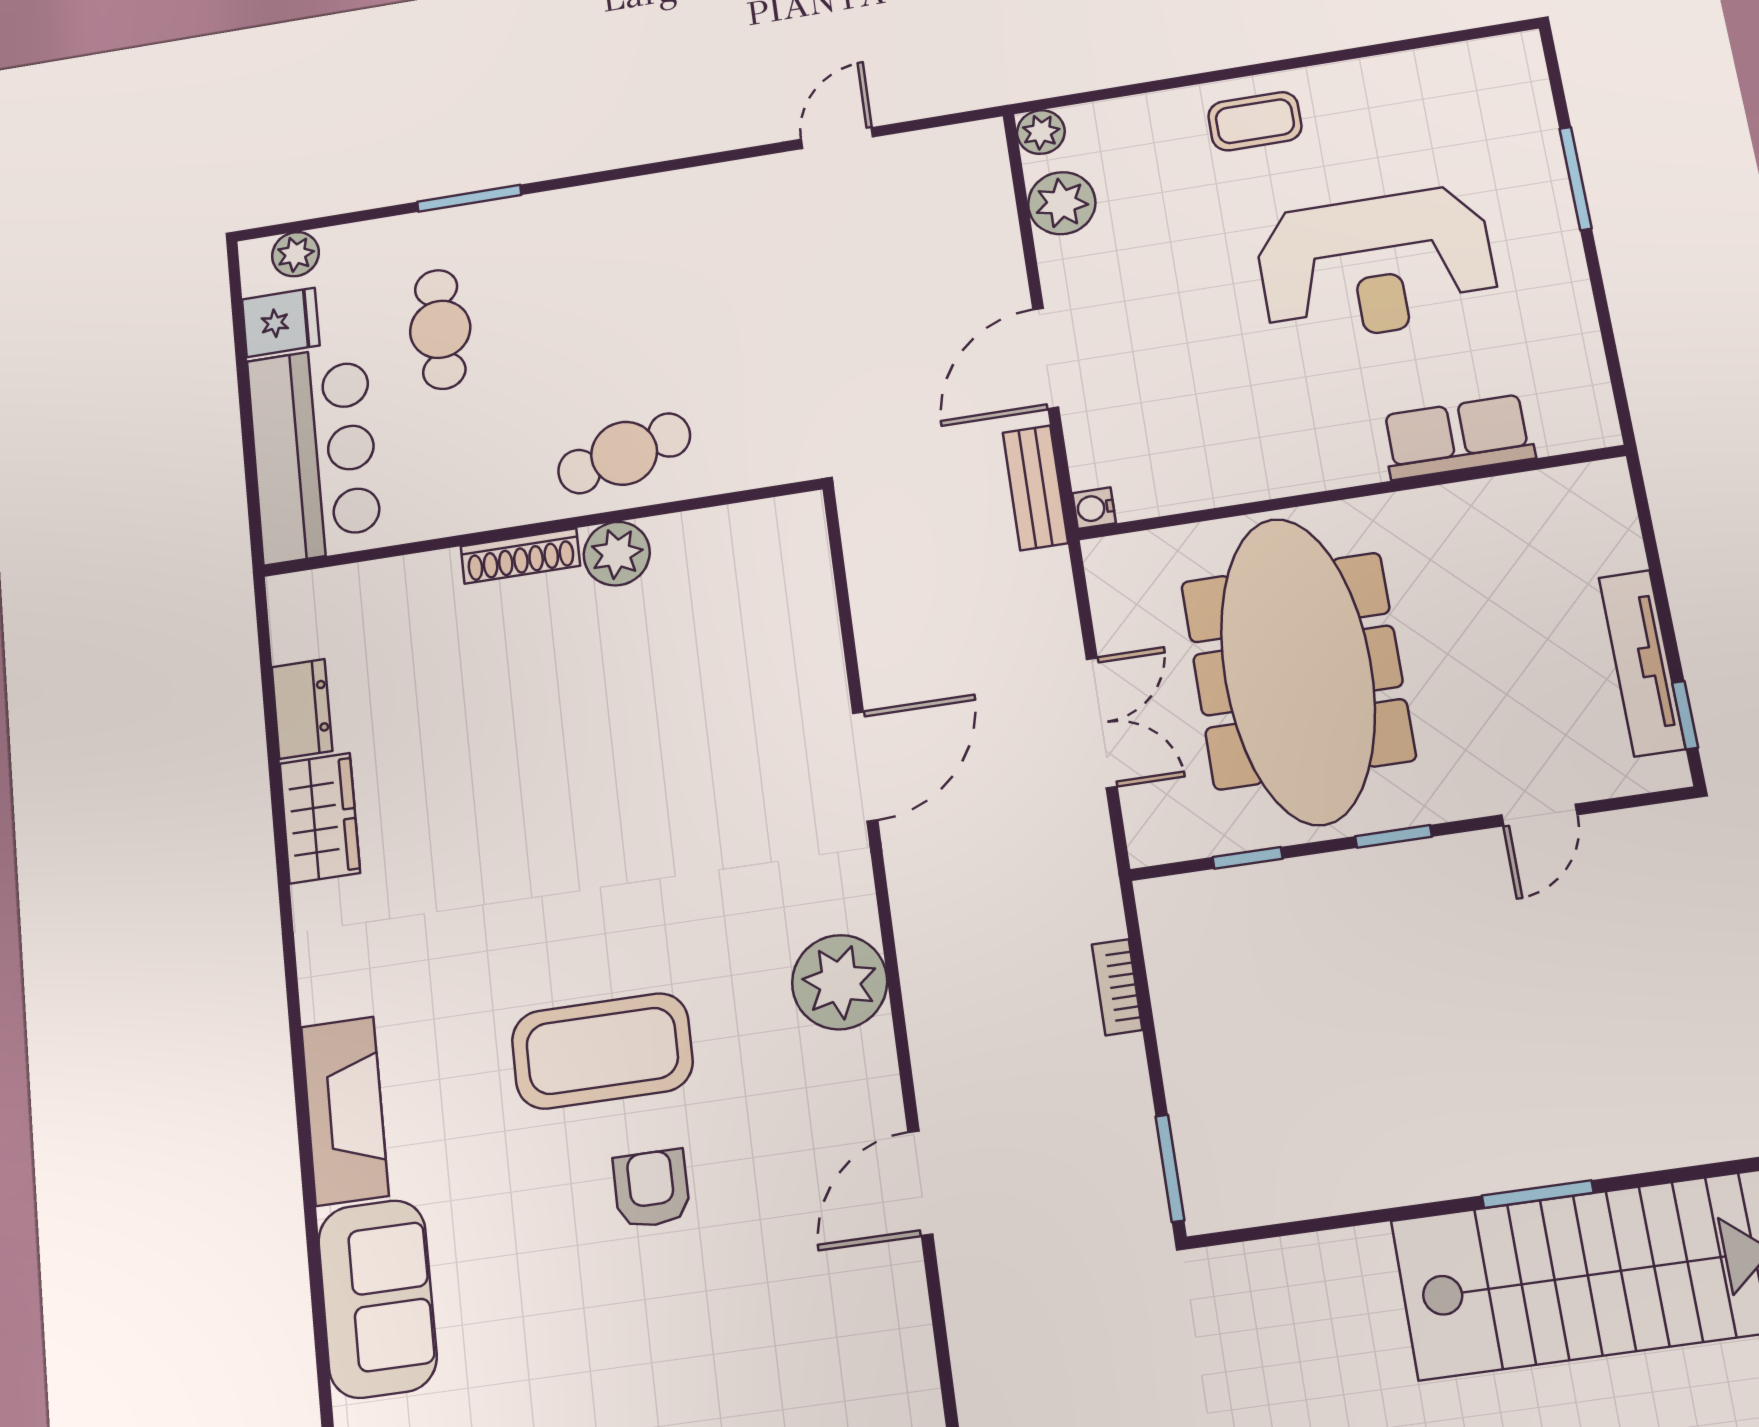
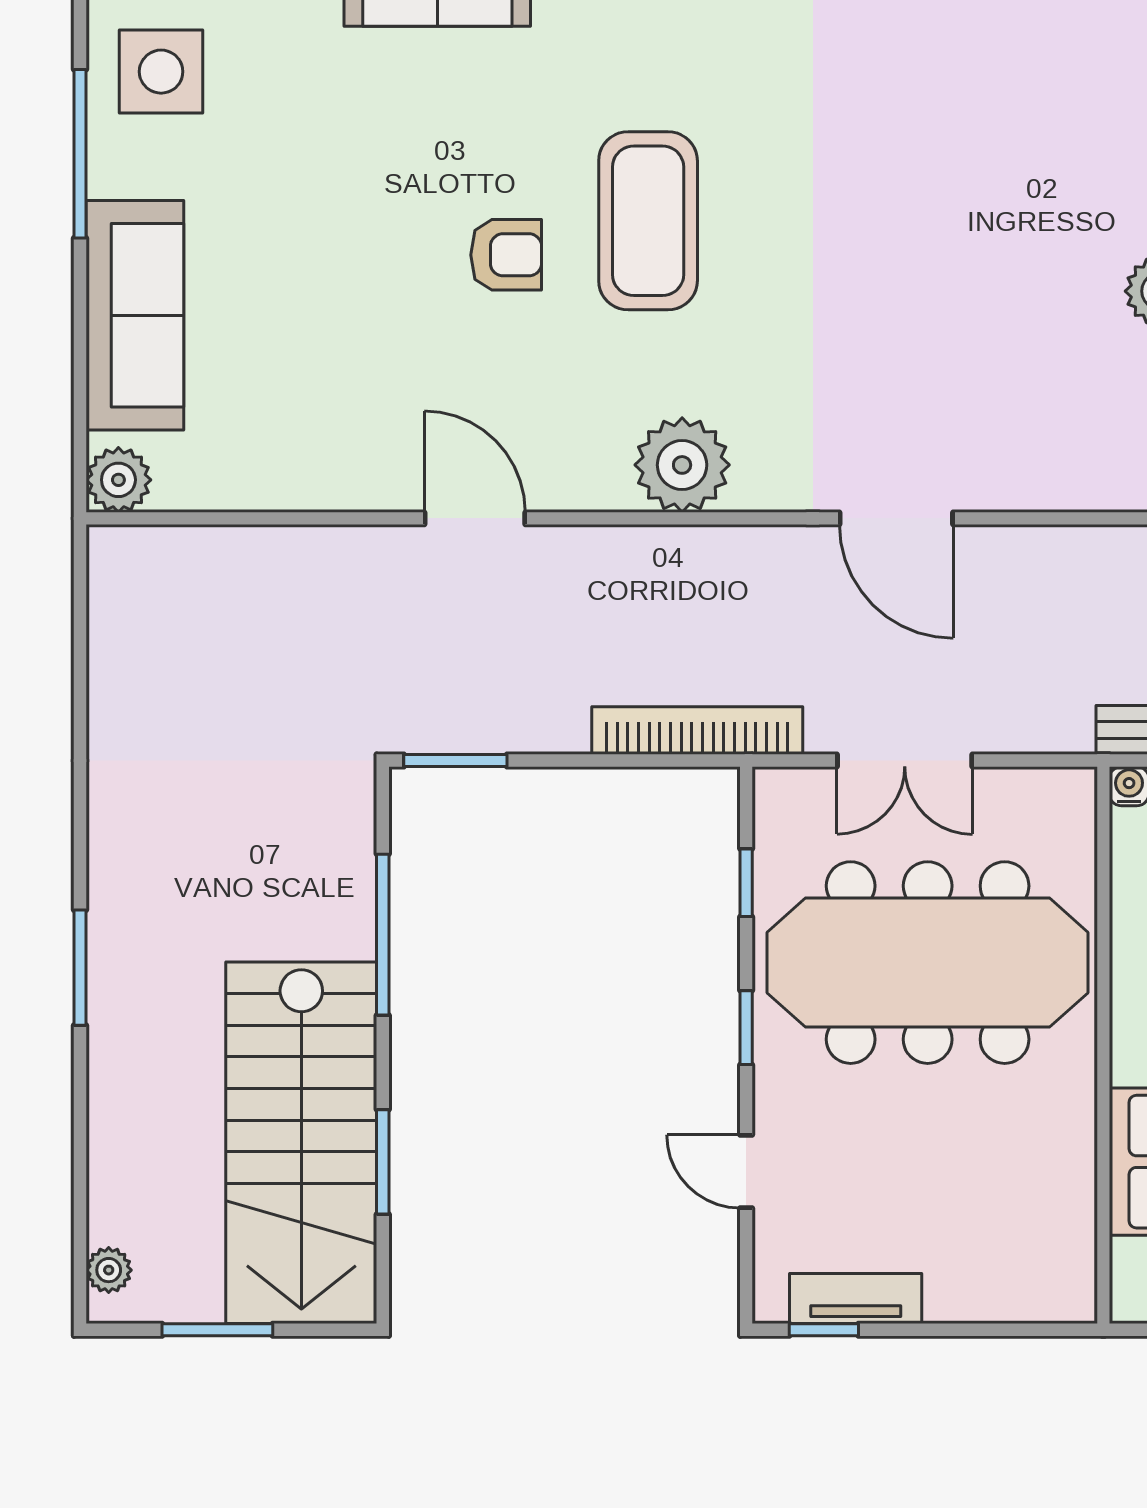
tv unit: (1642, 663) -> (856, 1299), width x0.71
bookcase: (1117, 987) -> (697, 731), width x2.31, depth x1.31
window: (1538, 1194) -> (383, 1162), moved
window: (1362, 1219) -> (383, 935), added

